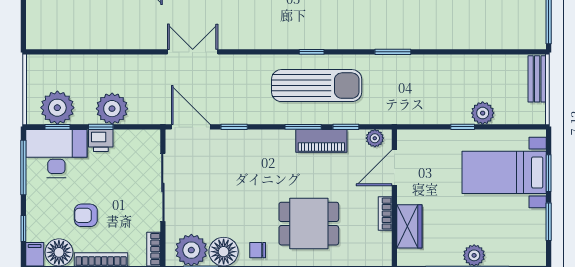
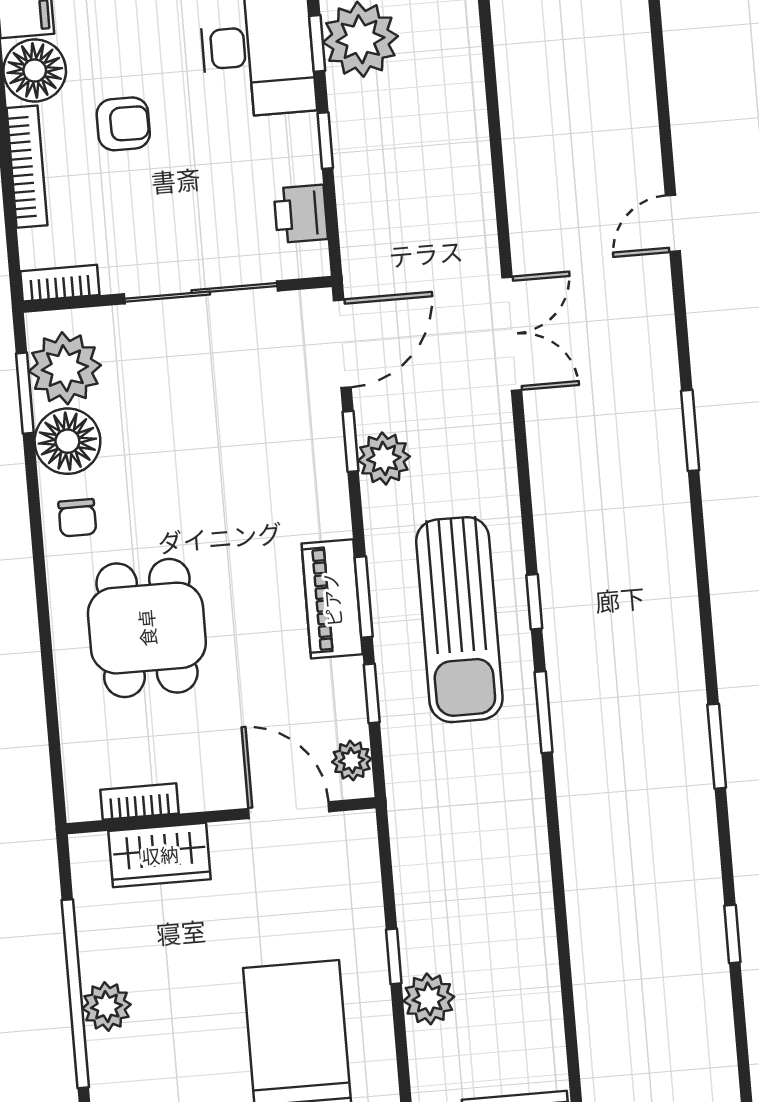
window: (393, 52) -> (544, 712), moved
plant: (112, 109) -> (384, 458), moved, width x0.73, depth x0.73
printer: (101, 140) -> (301, 214), moved
piano: (321, 141) -> (332, 599), moved
bookcase: (385, 214) -> (140, 802), moved
armchair: (86, 215) -> (123, 124), turned 90
chair: (258, 250) -> (77, 518), turned 180

